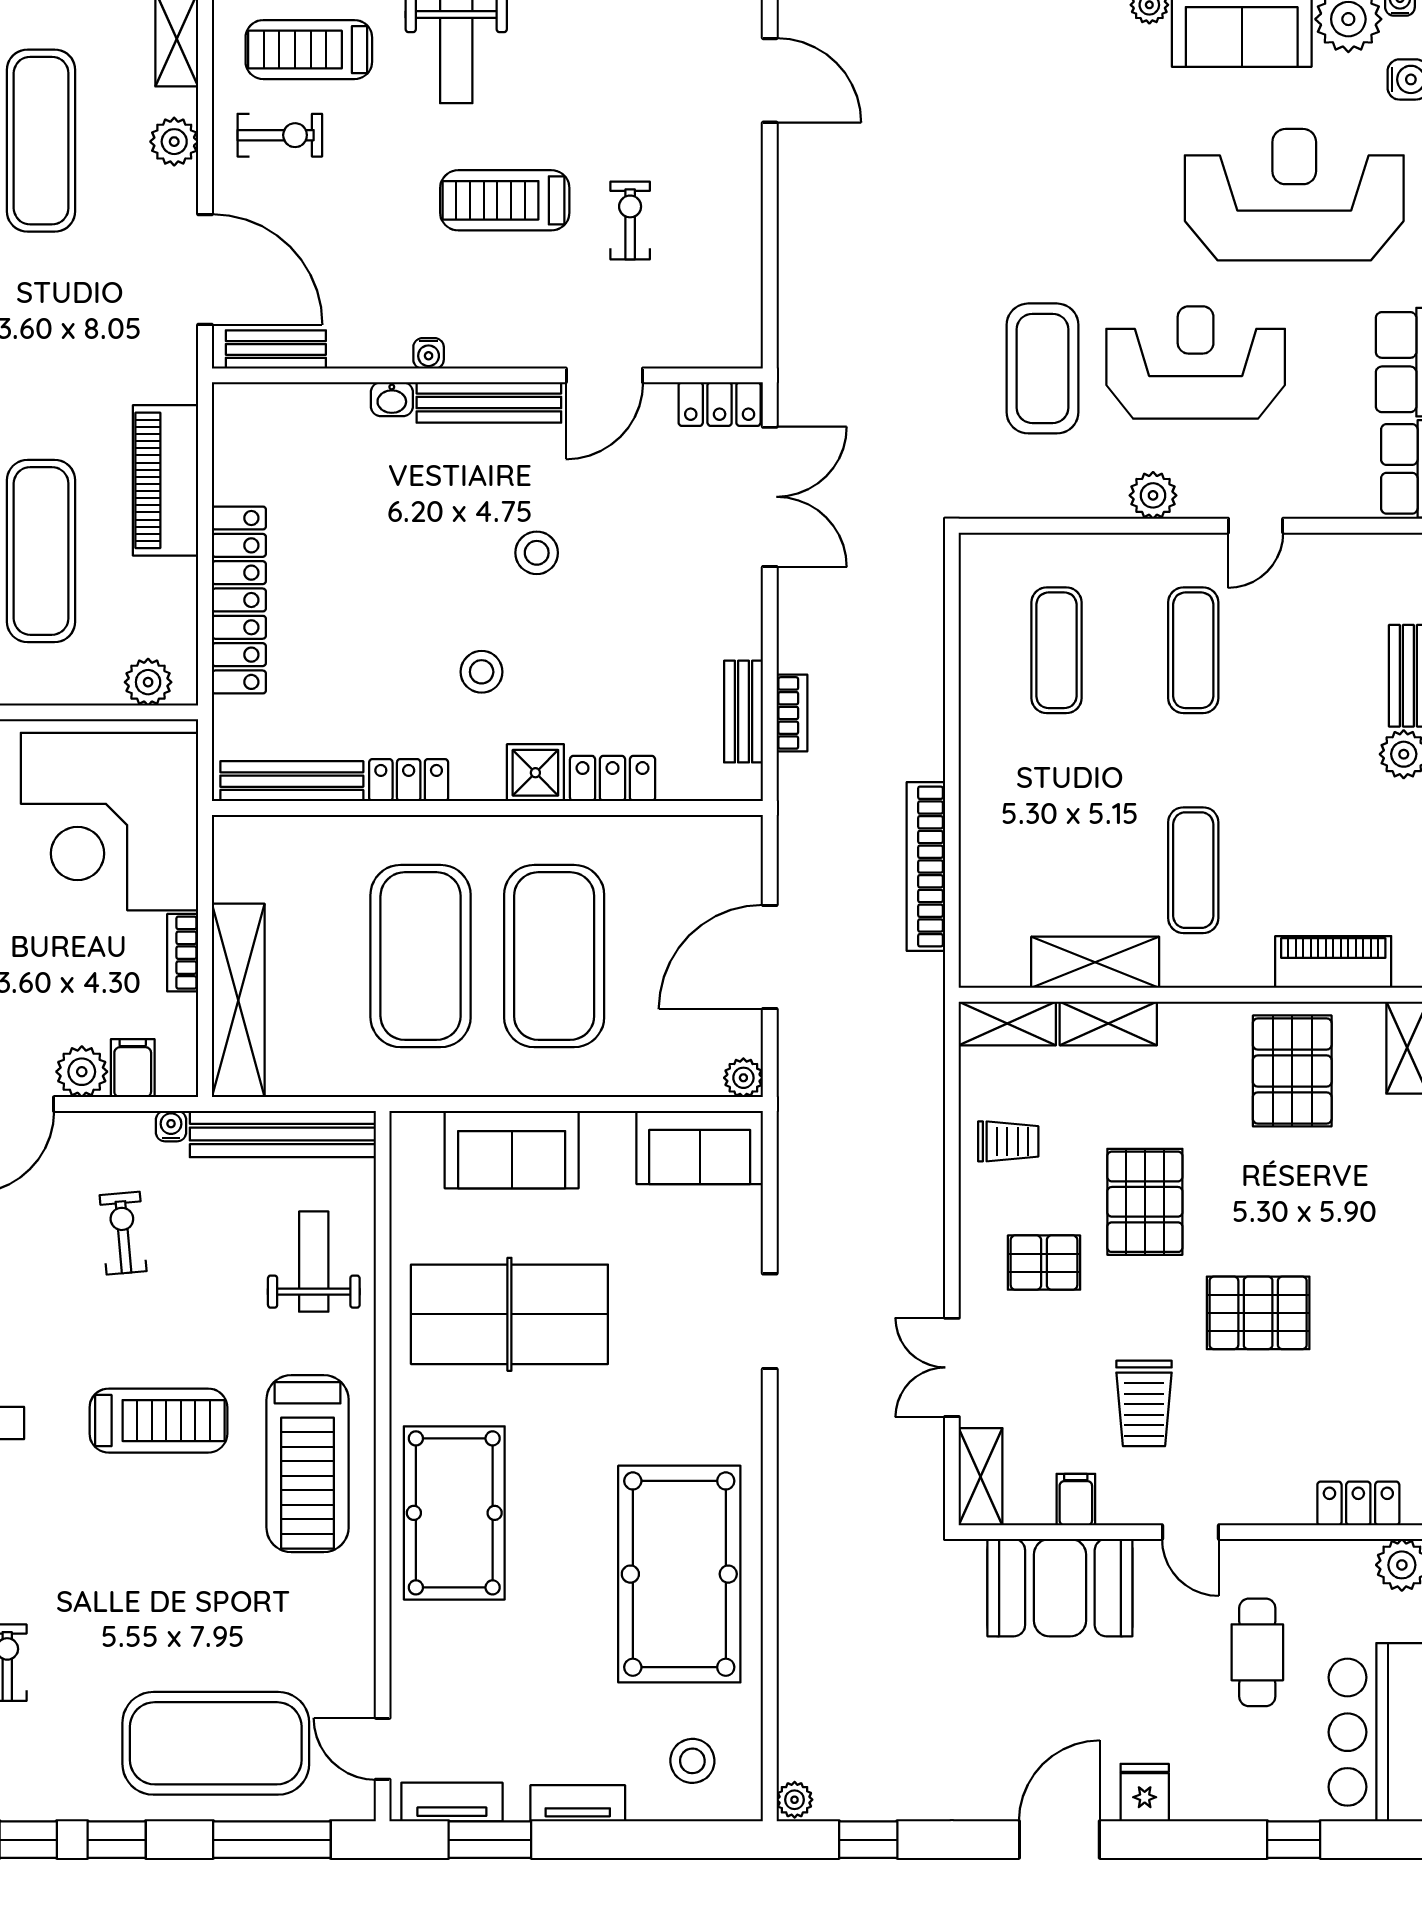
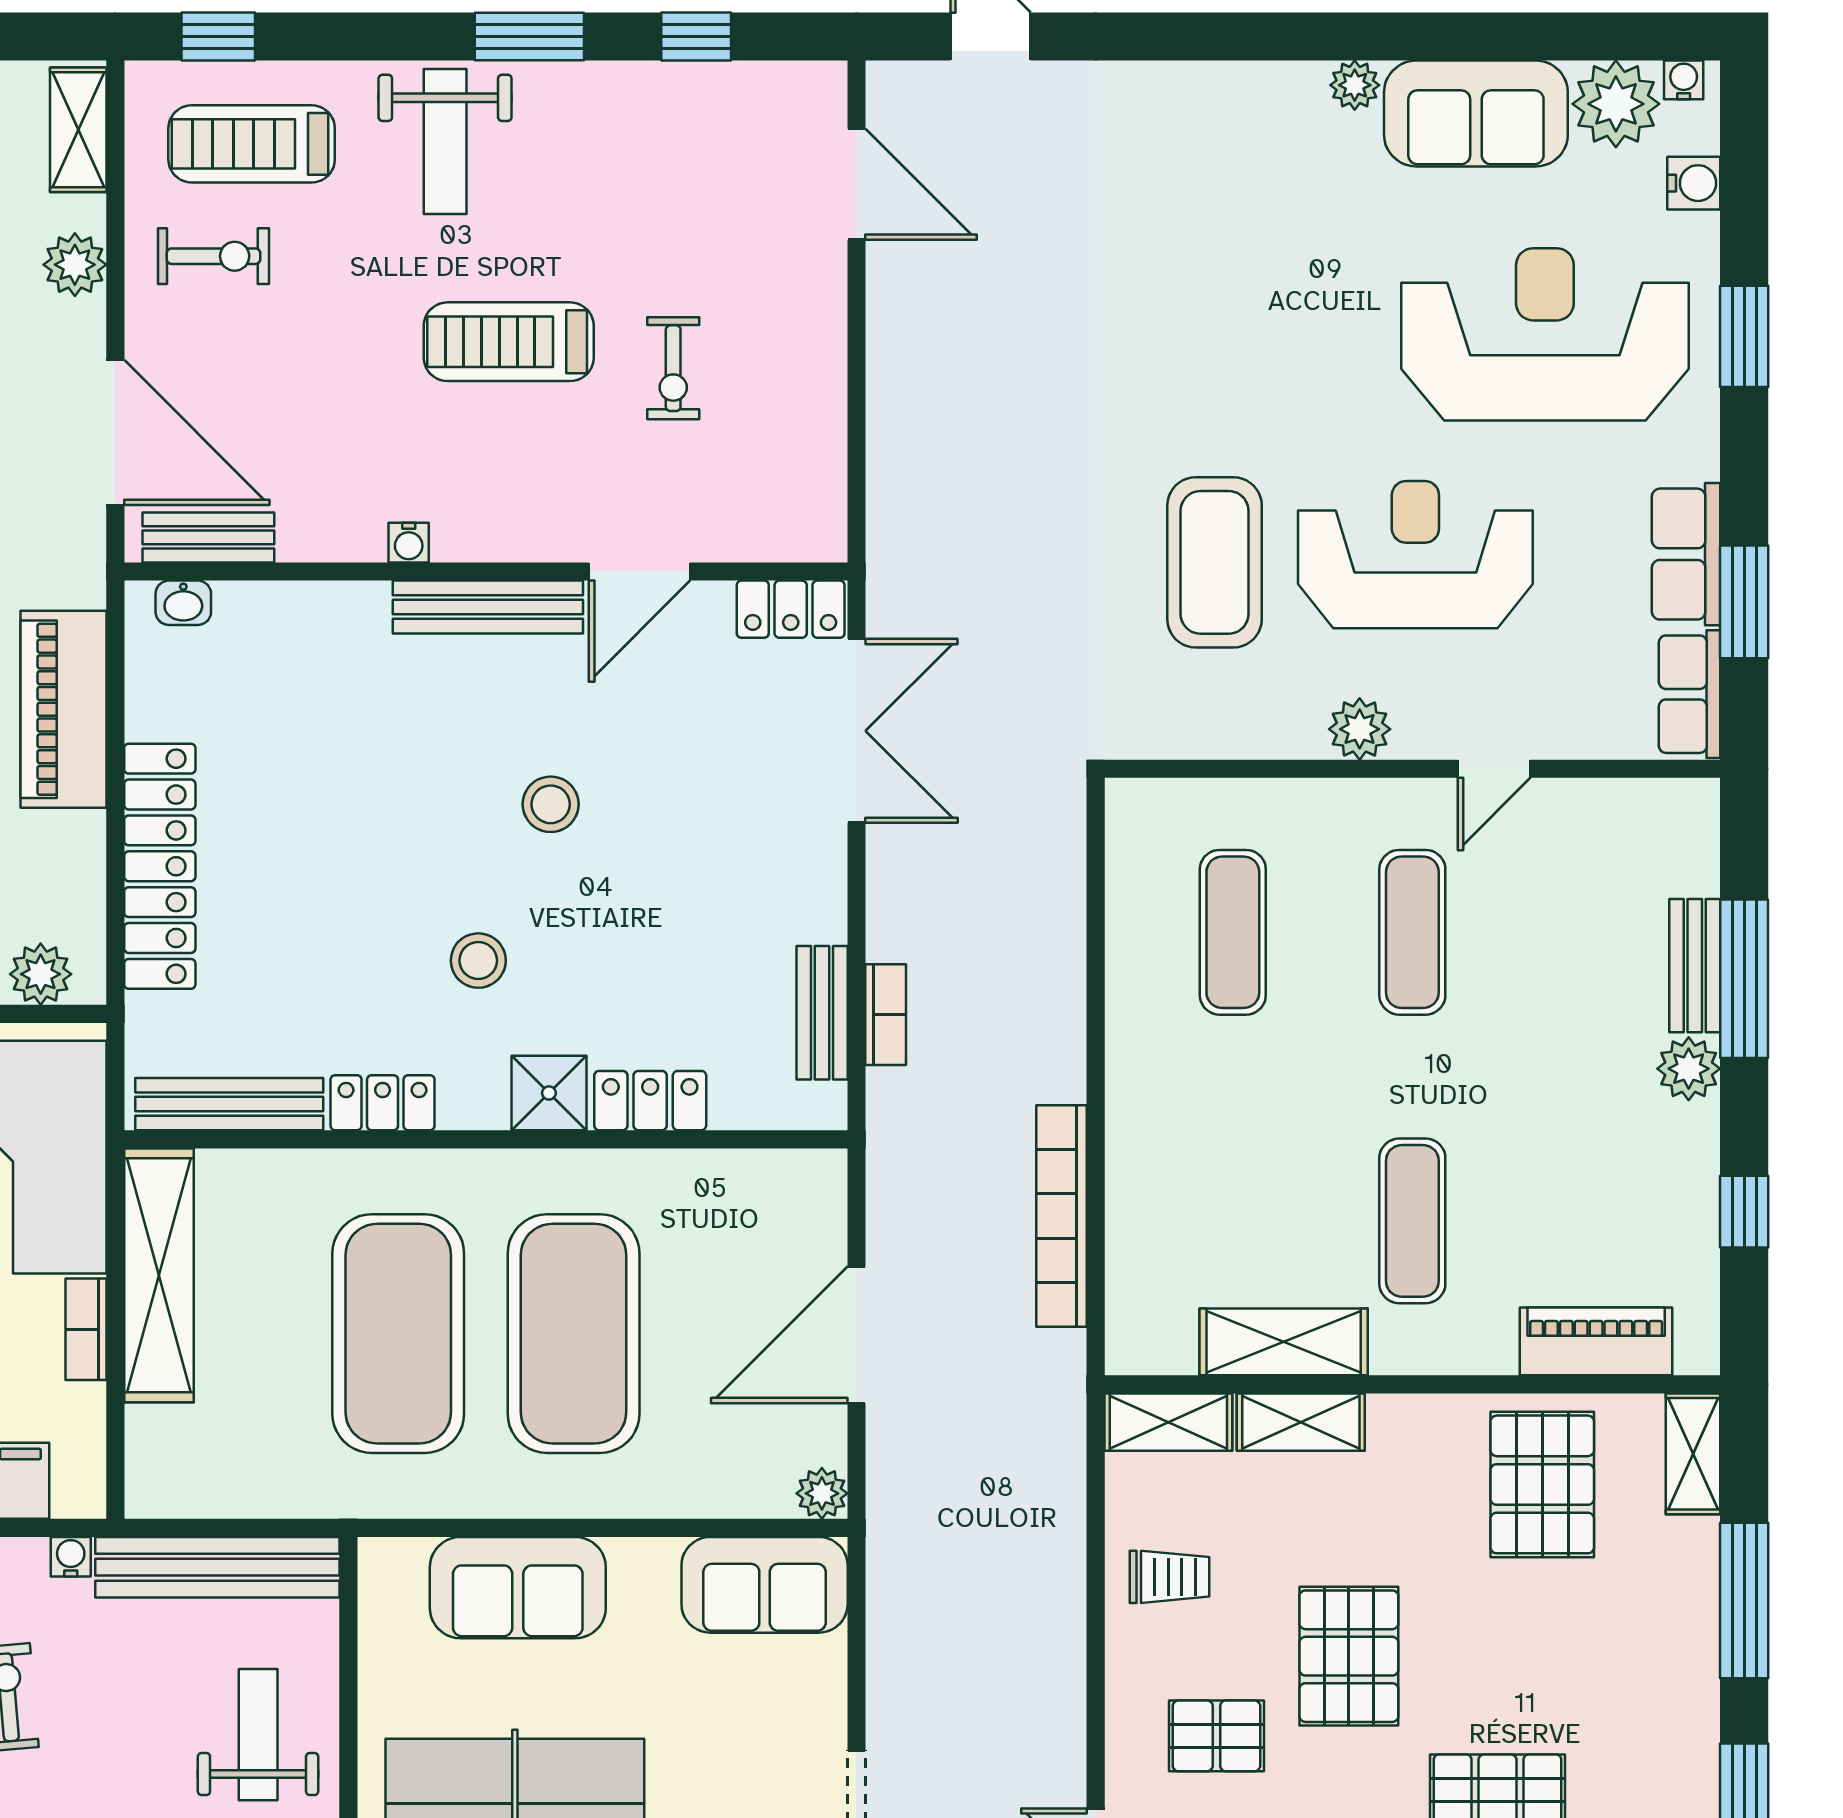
exercise bike: (630, 220) -> (673, 368), turned 180
washbasin: (392, 399) -> (183, 603), moved
shelving: (238, 1000) -> (159, 1275), moved

